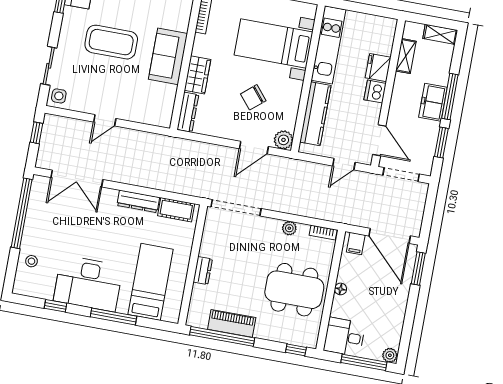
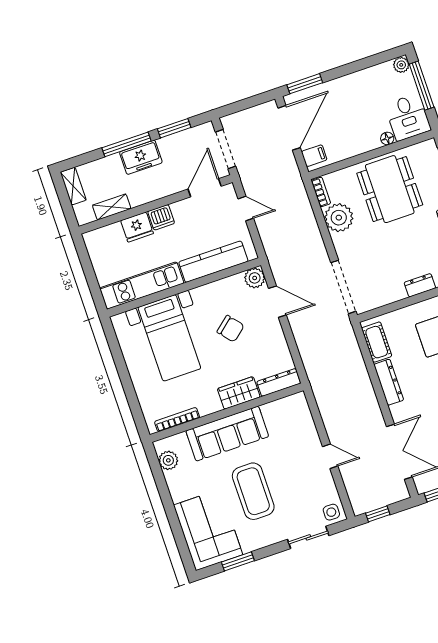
sofa: (168, 56) -> (227, 434), width x1.36
plant: (289, 228) -> (339, 218), width x1.87, depth x1.87
floor lamp: (341, 289) -> (387, 138), moved

